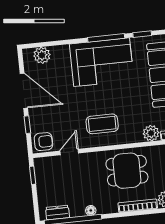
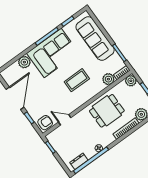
plant: (42, 55) -> (24, 62), moved
door: (24, 91) -> (15, 98), hinge flipped
coffee table: (102, 124) -> (77, 80), moved
door: (69, 152) -> (65, 120), hinge flipped

